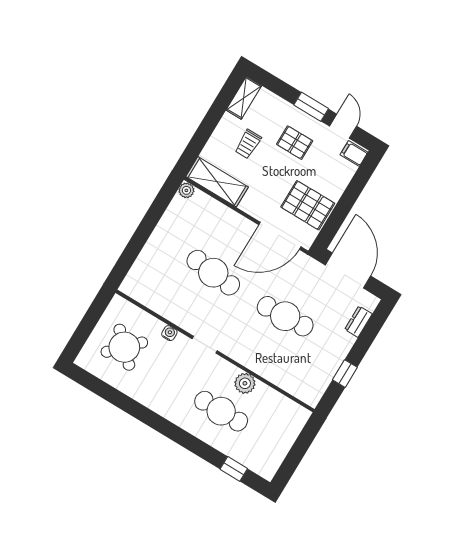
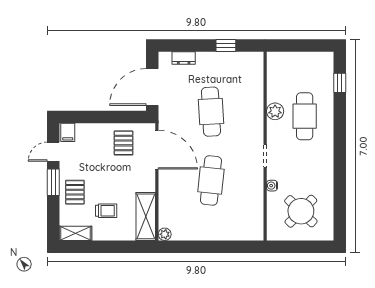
pallet: (295, 143) -> (75, 192), moved
pallet: (308, 205) -> (124, 143), width x0.67, depth x0.71

